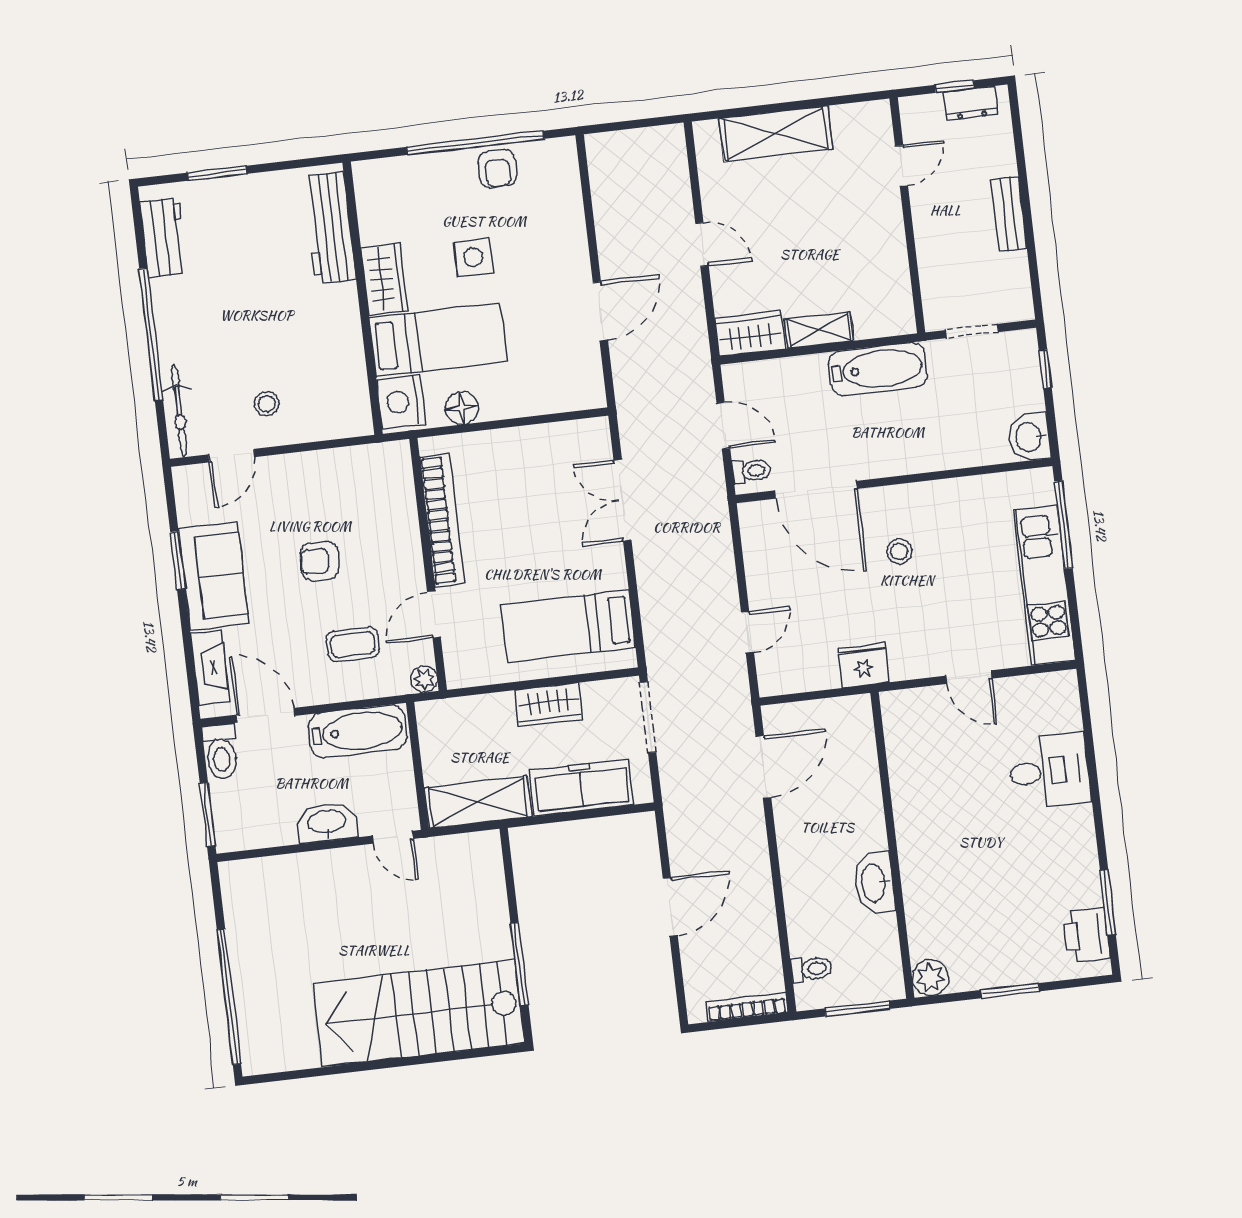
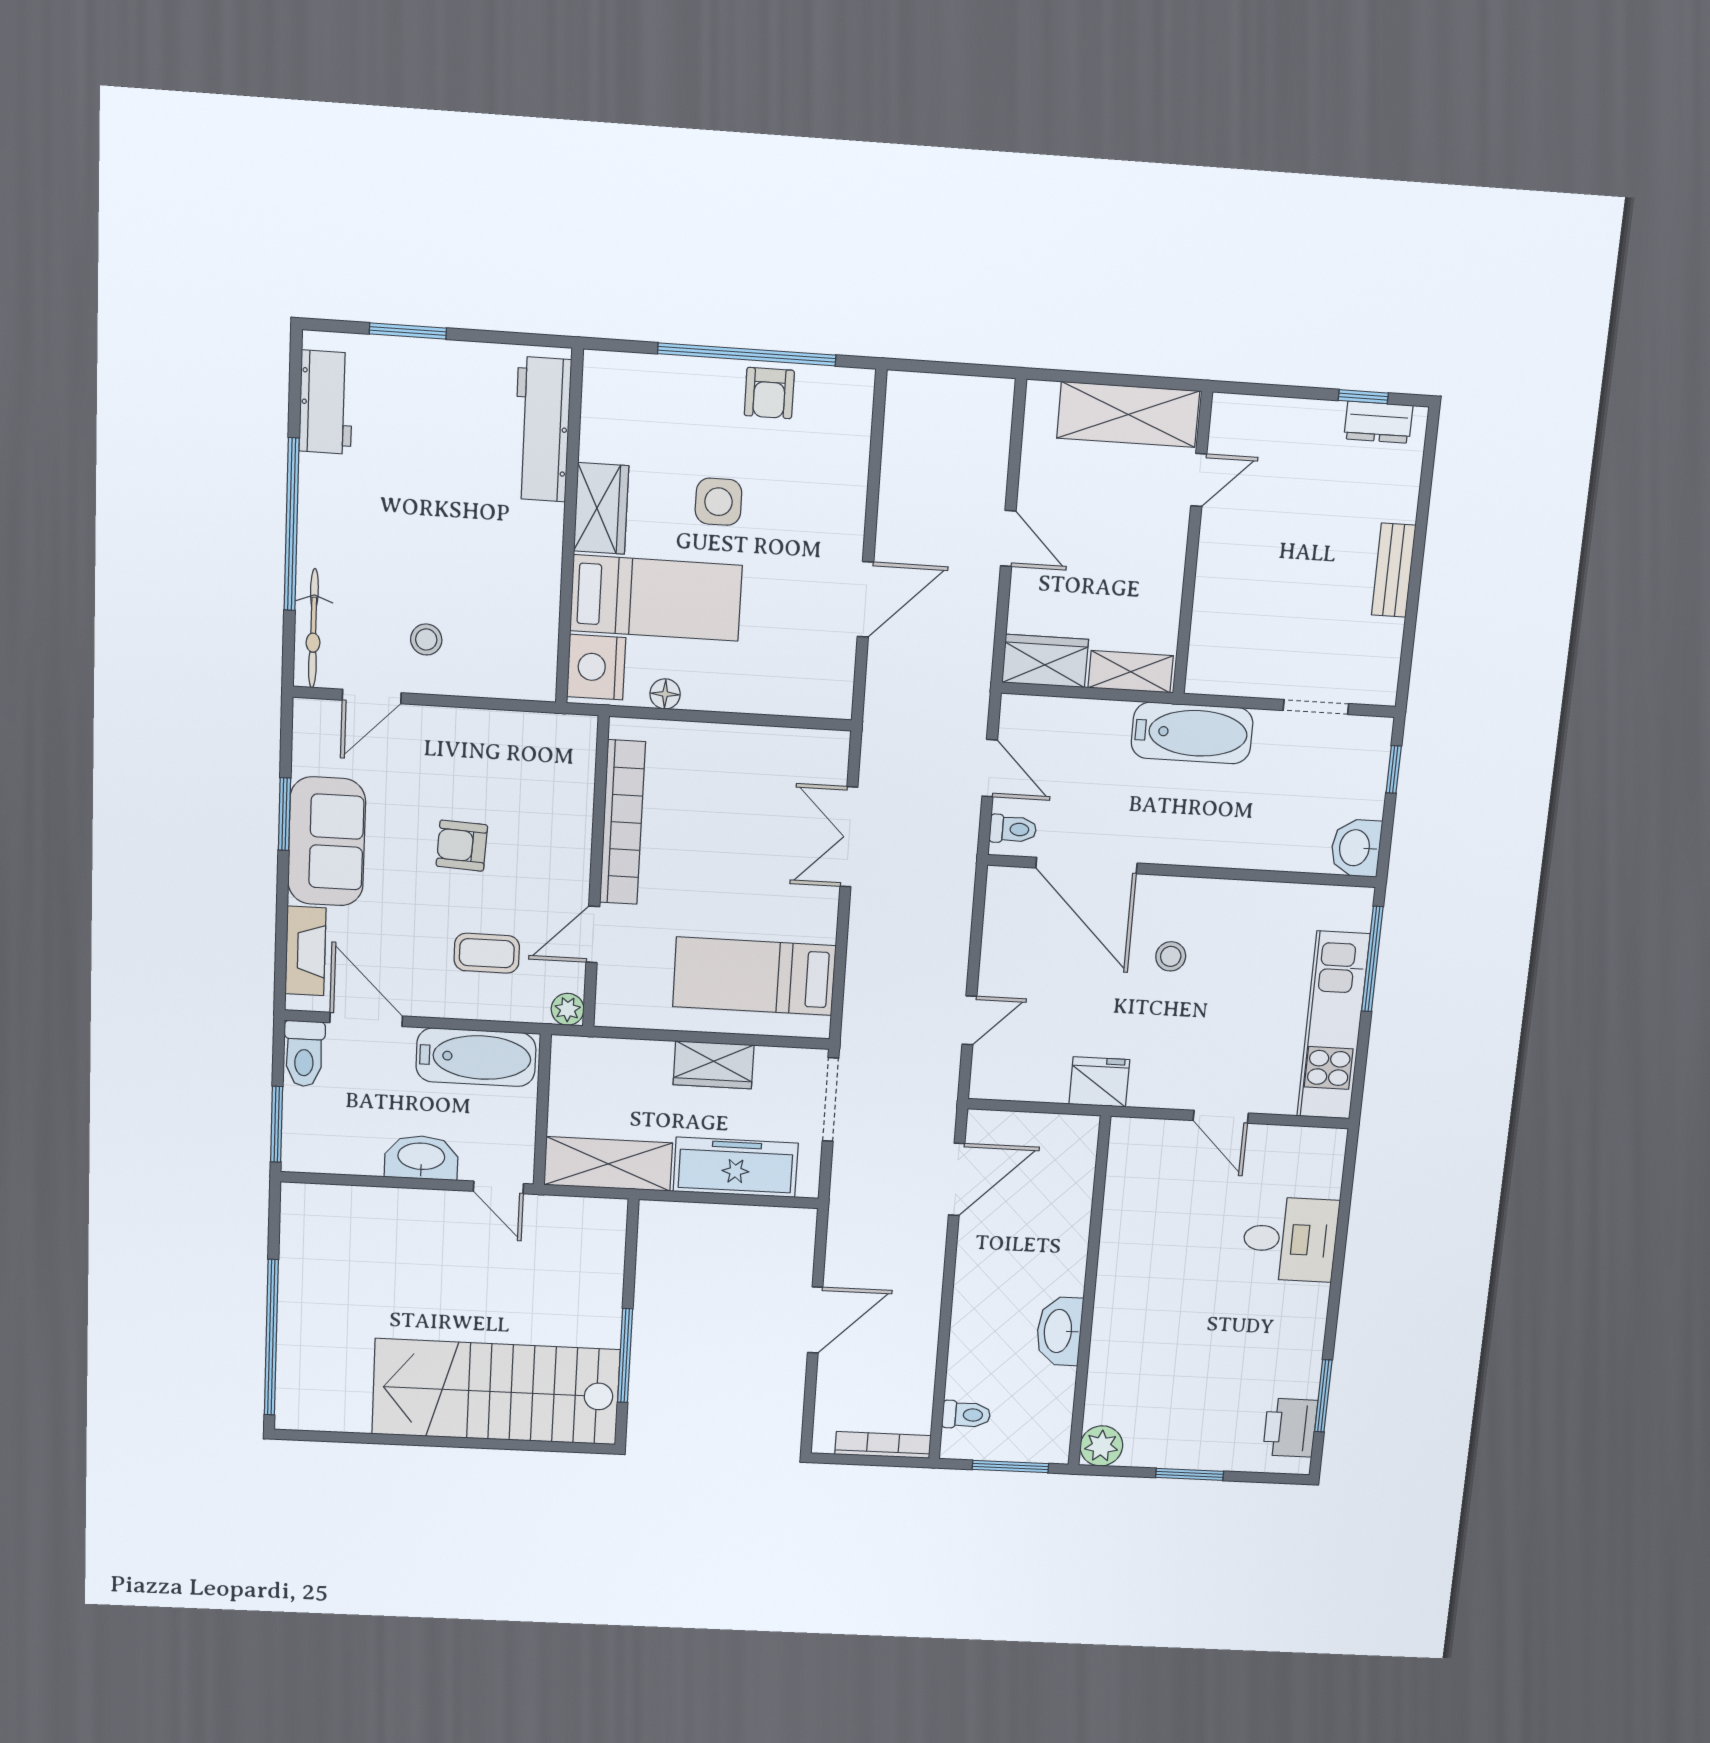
door: (902, 166) -> (1199, 480), moved
wall: (907, 215) -> (1193, 544), moved
floor lamp: (462, 408) -> (665, 694), width x0.73, depth x0.73

